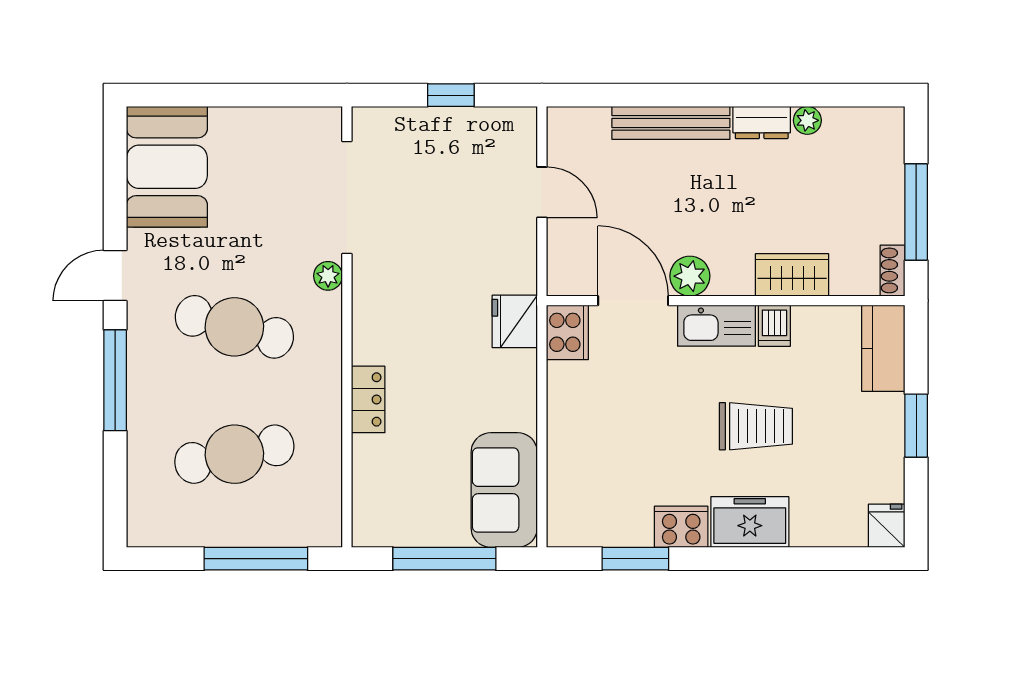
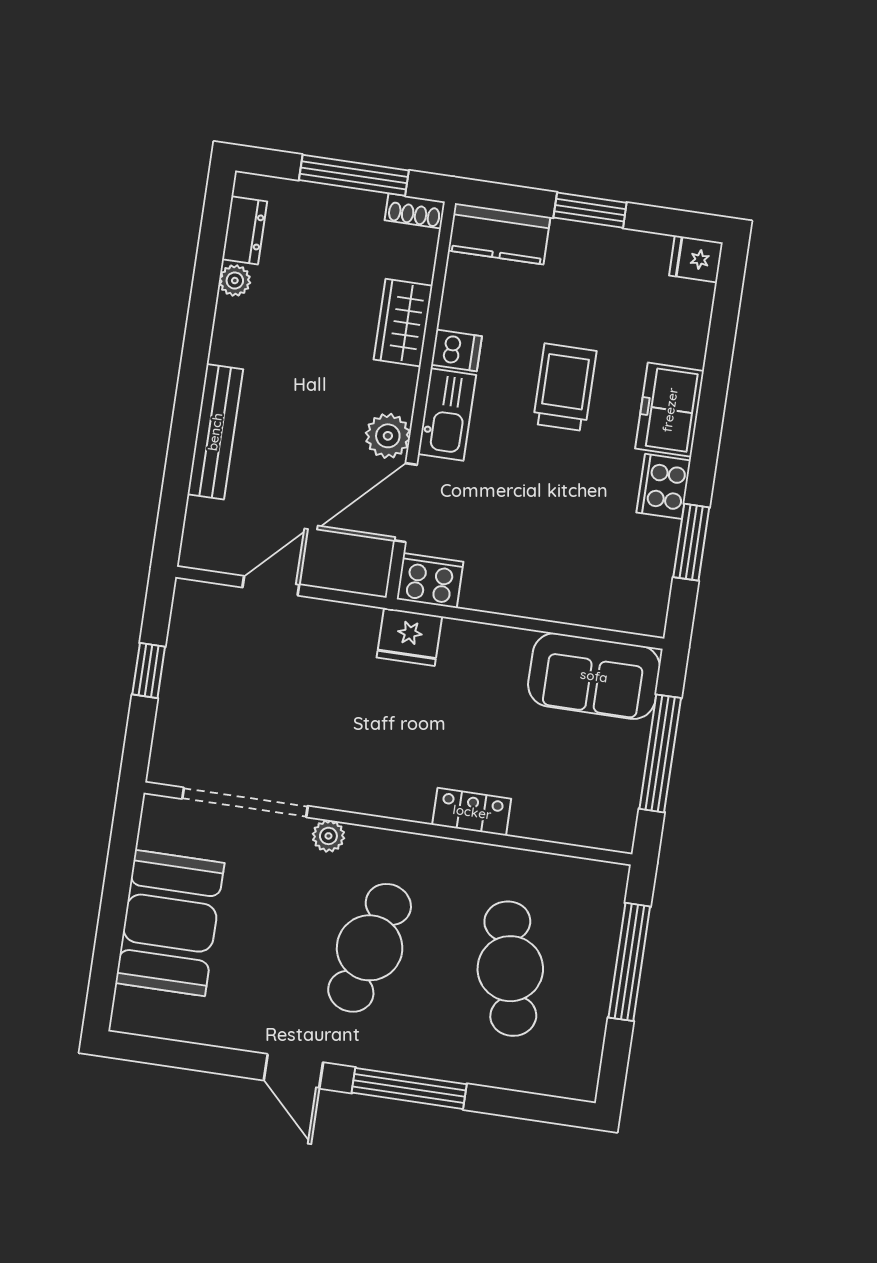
dresser: (762, 123) -> (245, 230), moved
booth: (167, 167) -> (170, 923), moved, turned 90

